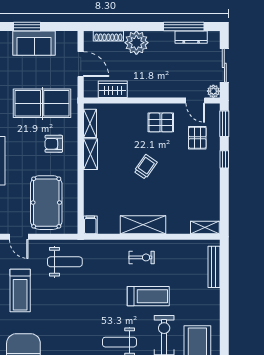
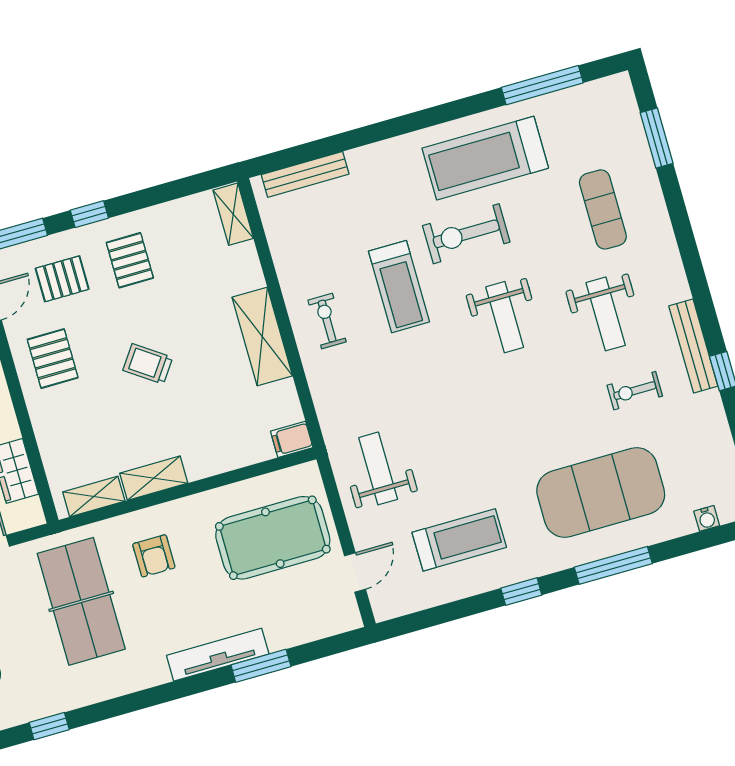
pallet: (197, 172) -> (130, 260), added
treadmill: (148, 296) -> (399, 287), turned 180

